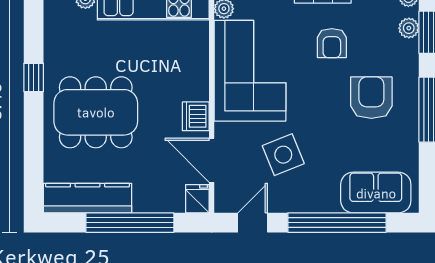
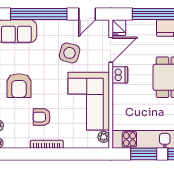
armchair: (332, 43) -> (42, 117), turned -90
side table: (283, 155) -> (70, 53), turned 37
door: (212, 160) -> (111, 50), hinge flipped

